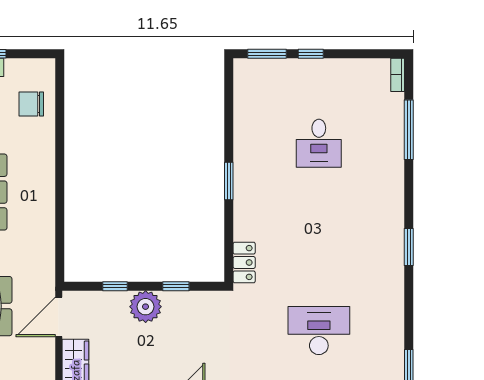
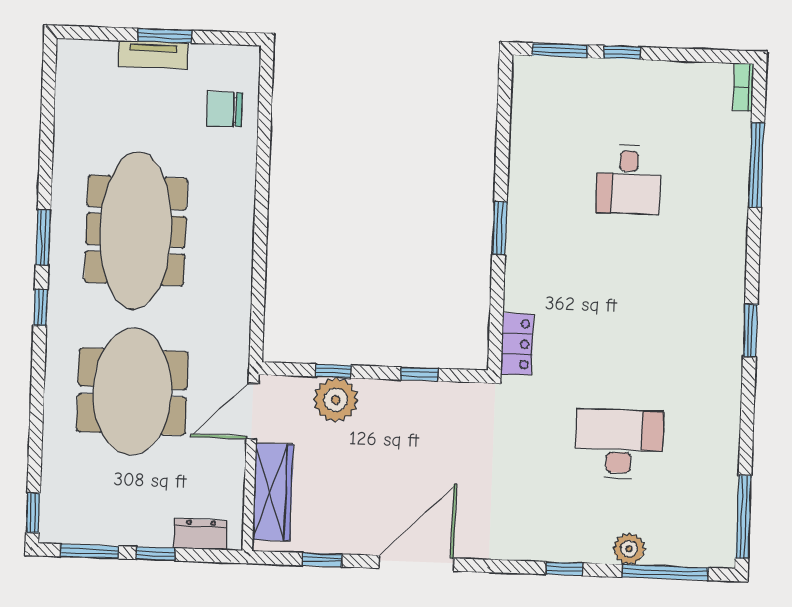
plant: (146, 307) -> (336, 400), moved

